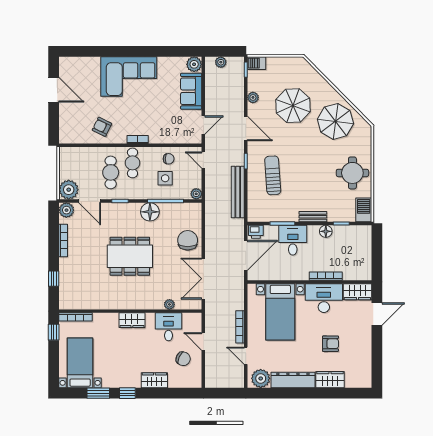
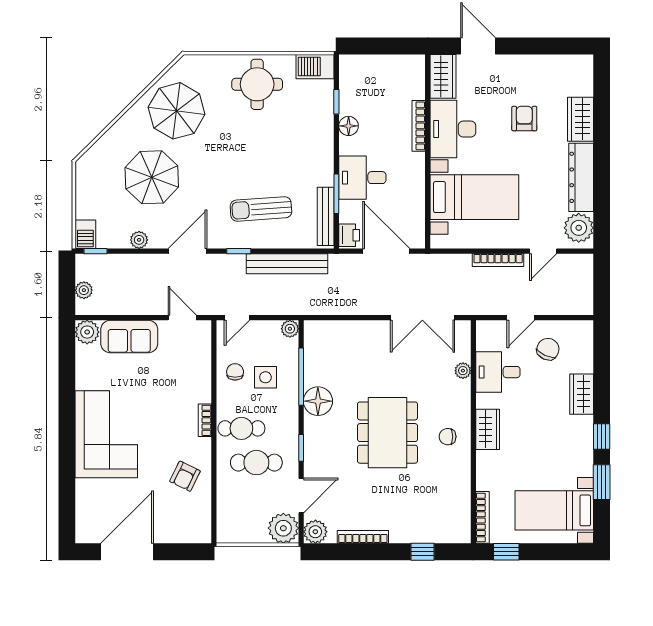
door: (54, 90) -> (127, 552), width x1.36
bench: (313, 217) -> (326, 216), moved, width x1.36
chair: (188, 240) -> (448, 437), moved, width x0.54, depth x0.54

